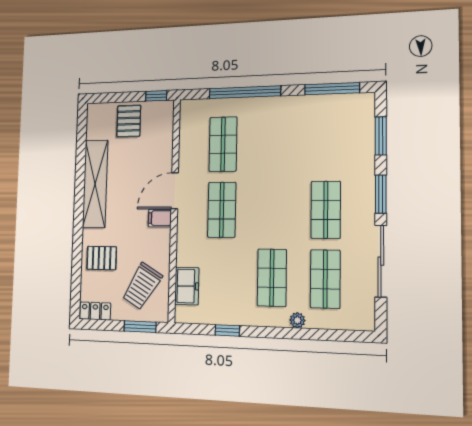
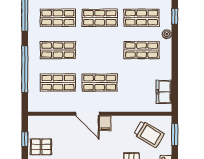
window: (156, 96) -> (25, 139), moved
shop shelf: (326, 142) -> (58, 18), added
shop shelf: (274, 143) -> (58, 50), added
freezer: (187, 286) -> (164, 92), moved, turned -90
window: (227, 330) -> (175, 16), moved

